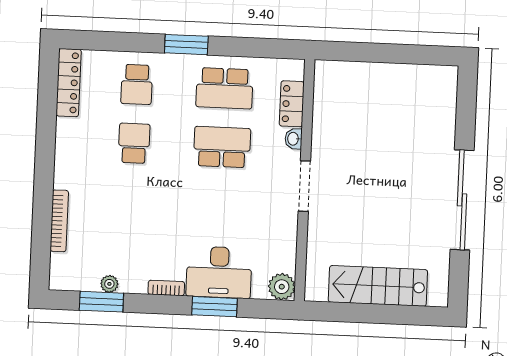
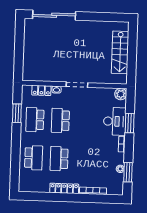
window: (186, 45) -> (17, 113), moved
locker: (69, 83) -> (64, 188), moved
school desk: (137, 84) -> (34, 158), width x1.85
school desk: (225, 88) -> (35, 120), turned 180
school desk: (134, 143) -> (59, 159), width x1.85
sliding door: (462, 200) -> (54, 15), moved

